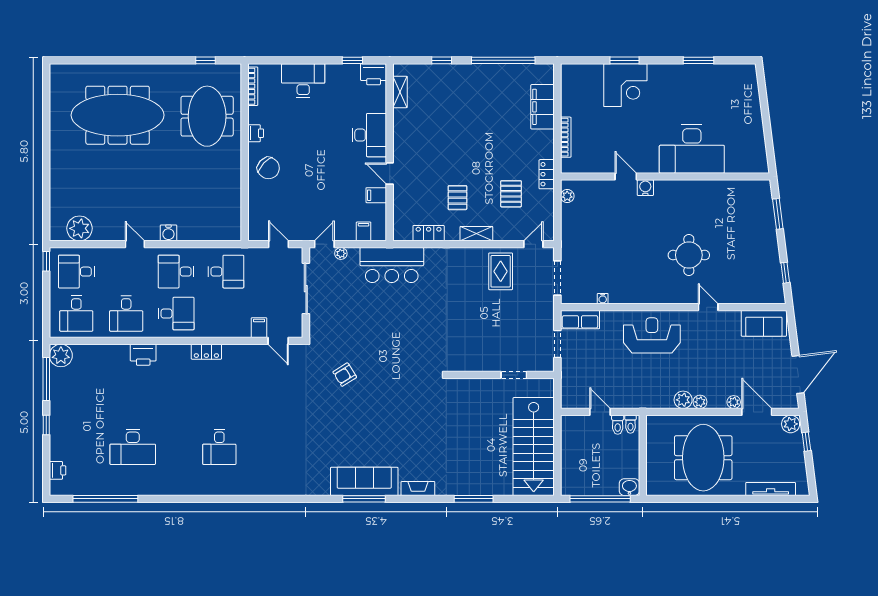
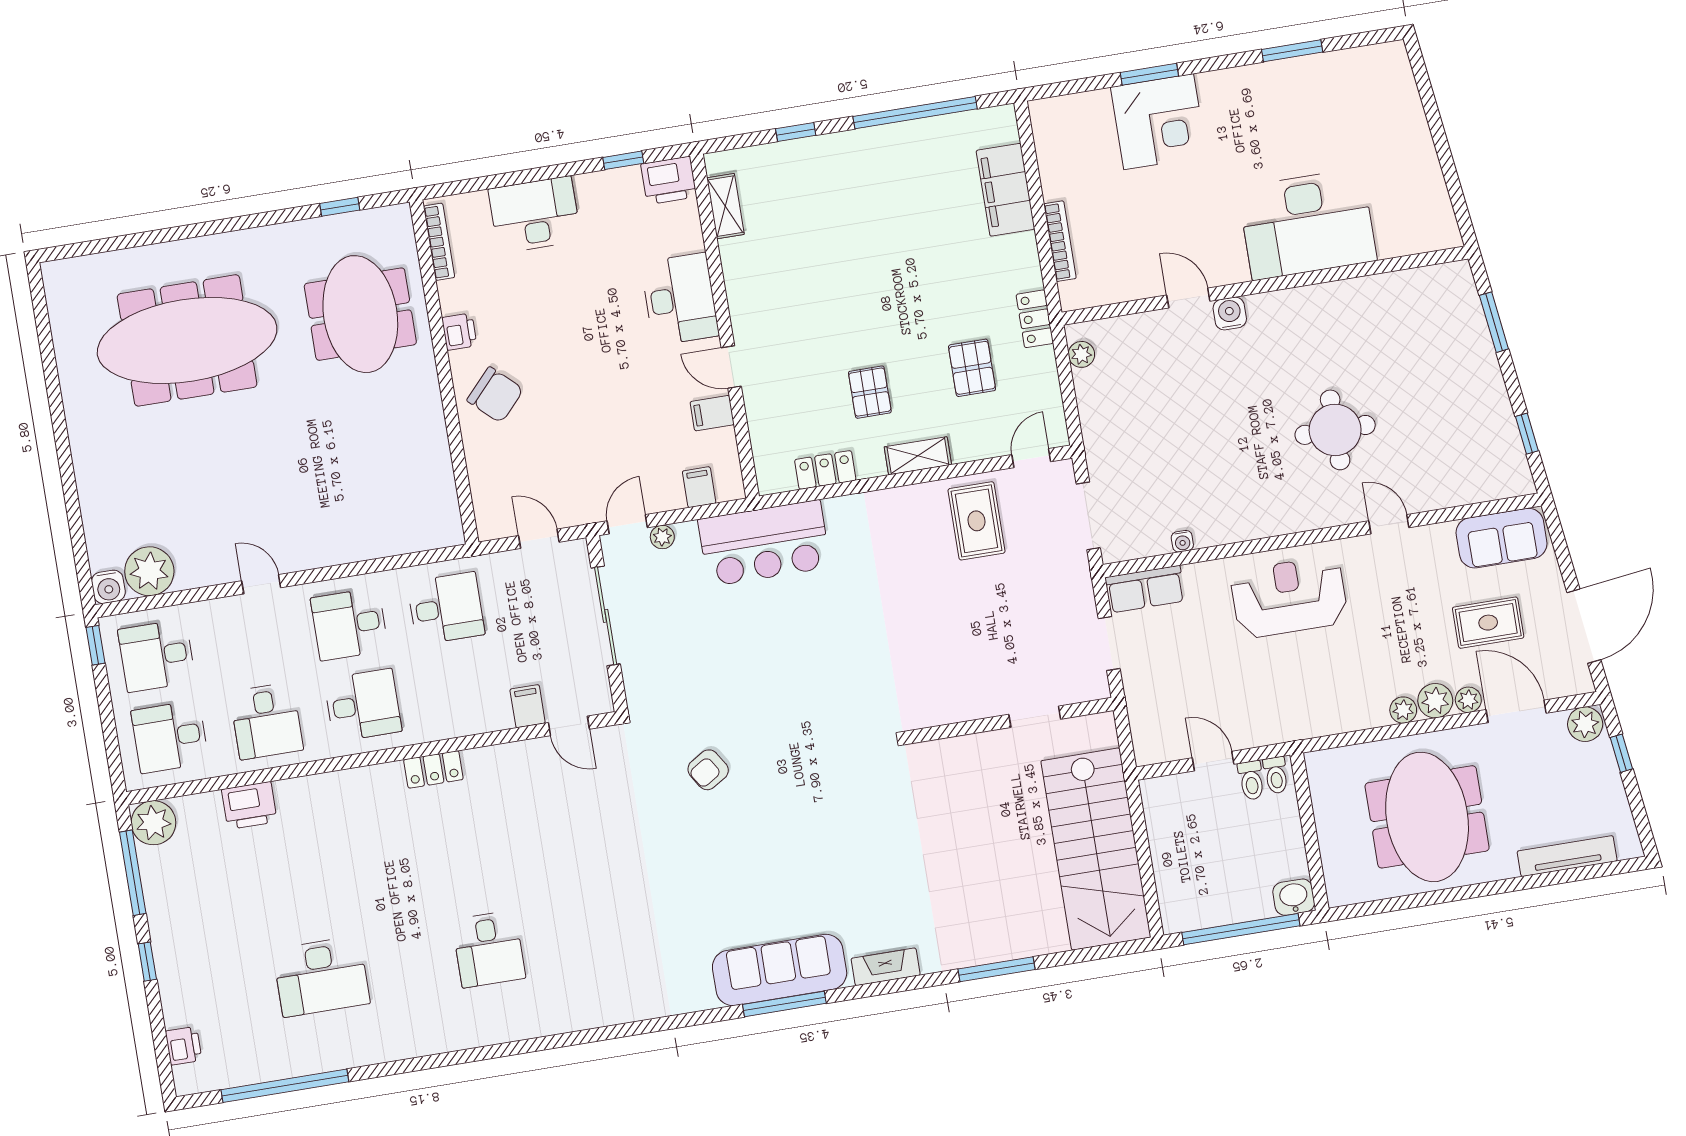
water cooler: (168, 233) -> (108, 587), moved
desk: (76, 314) -> (170, 737), turned 90
printer: (143, 355) -> (249, 805), moved
rug: (750, 365) -> (1488, 623), added
plant: (683, 400) -> (1435, 701), moved

